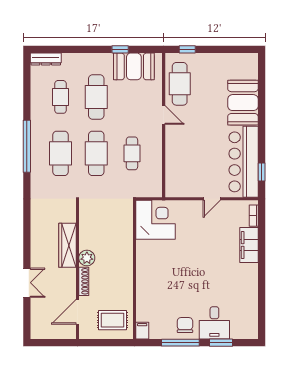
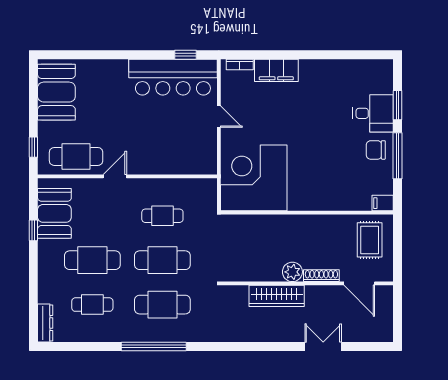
booth: (243, 103) -> (56, 92), moved, turned 90
corner desk: (155, 220) -> (254, 178), width x1.36, depth x1.36

